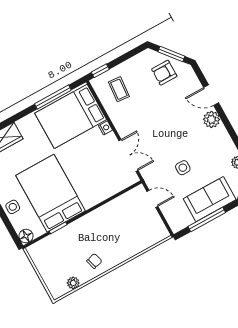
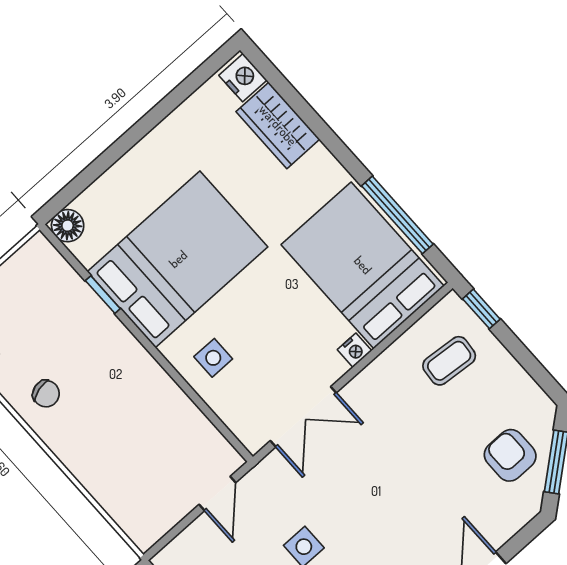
side table: (13, 207) -> (213, 358), moved

